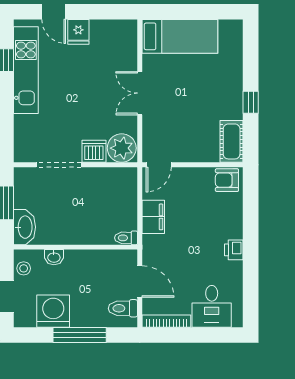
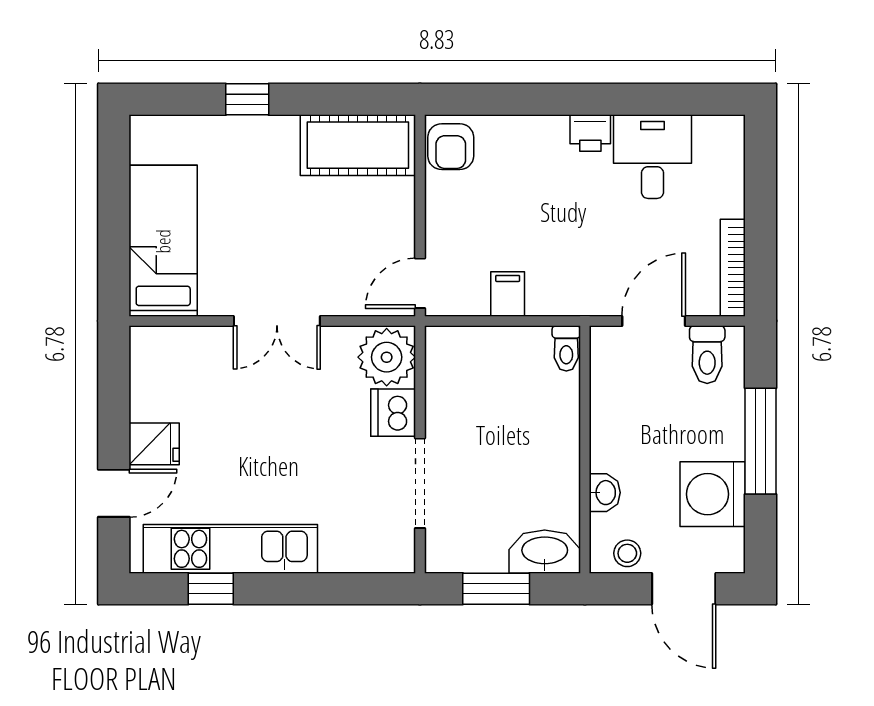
window: (251, 102) -> (247, 99), moved
cot: (232, 141) -> (358, 145), width x1.37, depth x1.34
door: (159, 165) -> (420, 283), swing flipped
filing cabinet: (153, 217) -> (508, 294), width x0.50
desk: (212, 306) -> (652, 157), moved, turned -90

